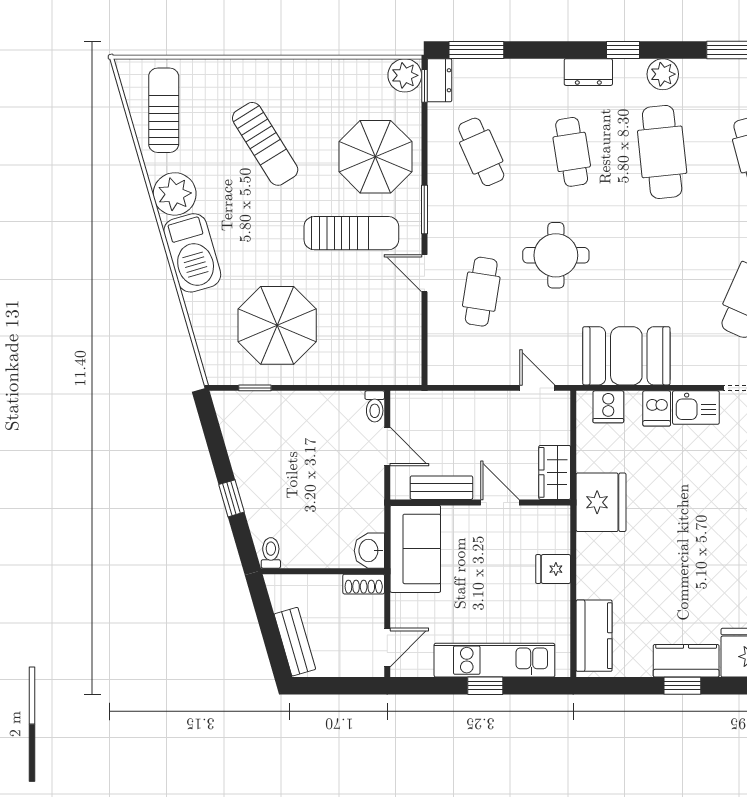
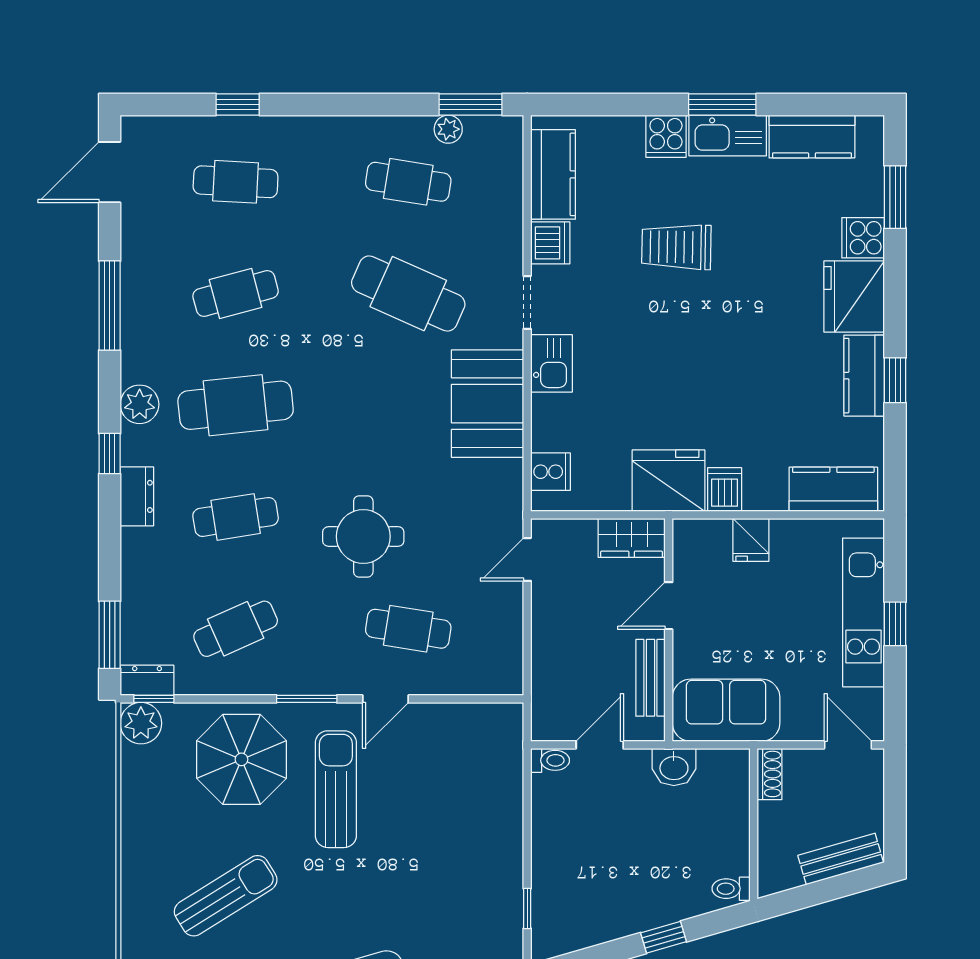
parasol: (277, 325) -> (450, 881), removed
booth: (626, 356) -> (488, 404), moved
dishwasher: (657, 408) -> (725, 490), moved, turned -90
washbasin: (369, 551) -> (674, 767), moved

